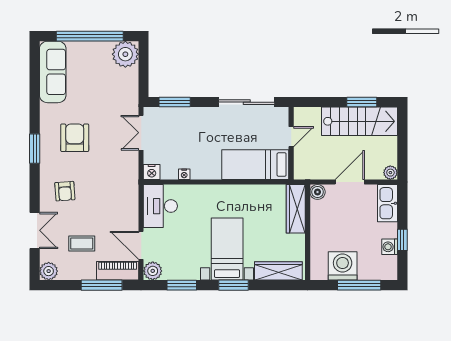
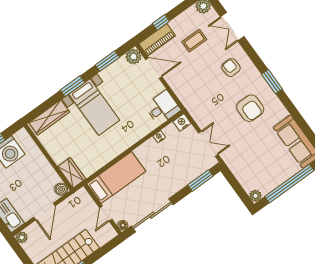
plant: (125, 54) -> (256, 196), width x0.53, depth x0.53
floor lamp: (283, 113) -> (123, 225), added
desk: (160, 206) -> (163, 108), width x0.73
wardrobe: (296, 209) -> (72, 173), width x0.67
window: (102, 285) -> (161, 22), width x0.46

